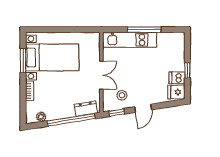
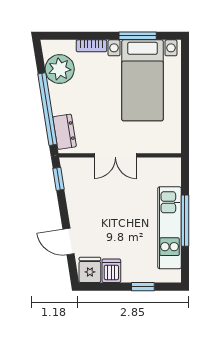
kitchen unit: (130, 40) -> (170, 228), moved
window: (187, 71) -> (143, 287), moved
stool: (122, 95) -> (85, 187), removed
door: (143, 108) -> (68, 242), moved
plant: (41, 117) -> (60, 69), width x1.88, depth x1.88

